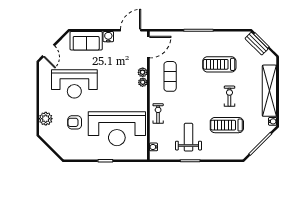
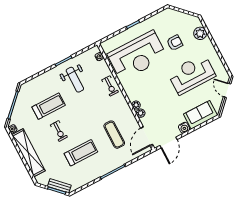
exercise mat: (170, 76) -> (114, 135), moved
reception desk: (117, 129) -> (137, 56), turned 180

